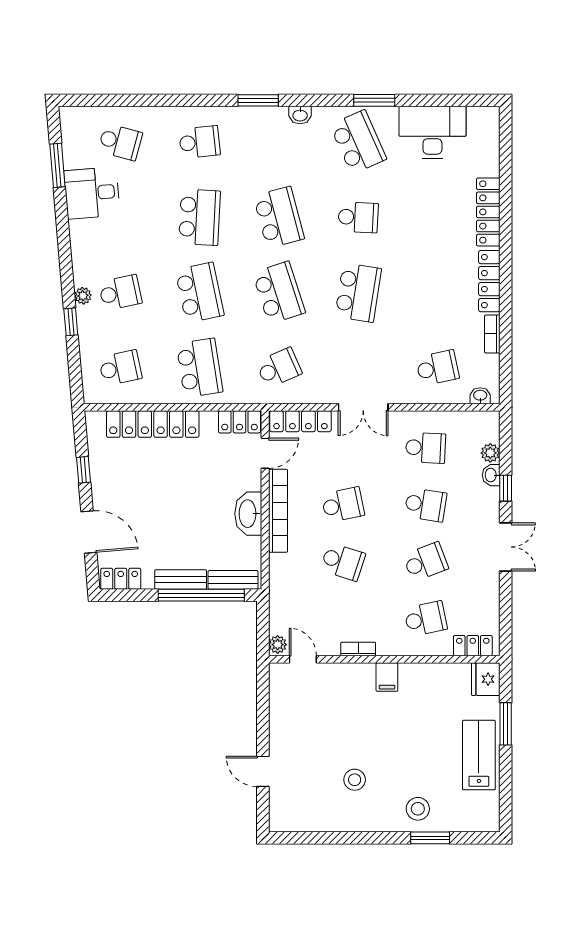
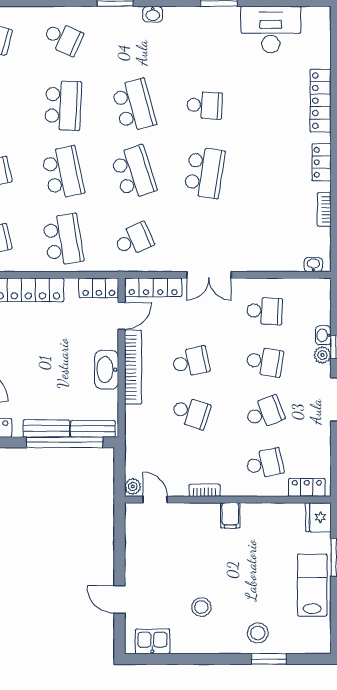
school desk: (200, 142) -> (63, 38), turned 30
school desk: (358, 142) -> (205, 38), removed
locker: (489, 281) -> (322, 162), width x0.66
school desk: (437, 368) -> (275, 240), removed
plant: (490, 453) -> (322, 355), moved
kitchen sink: (300, 818) -> (152, 641), added

